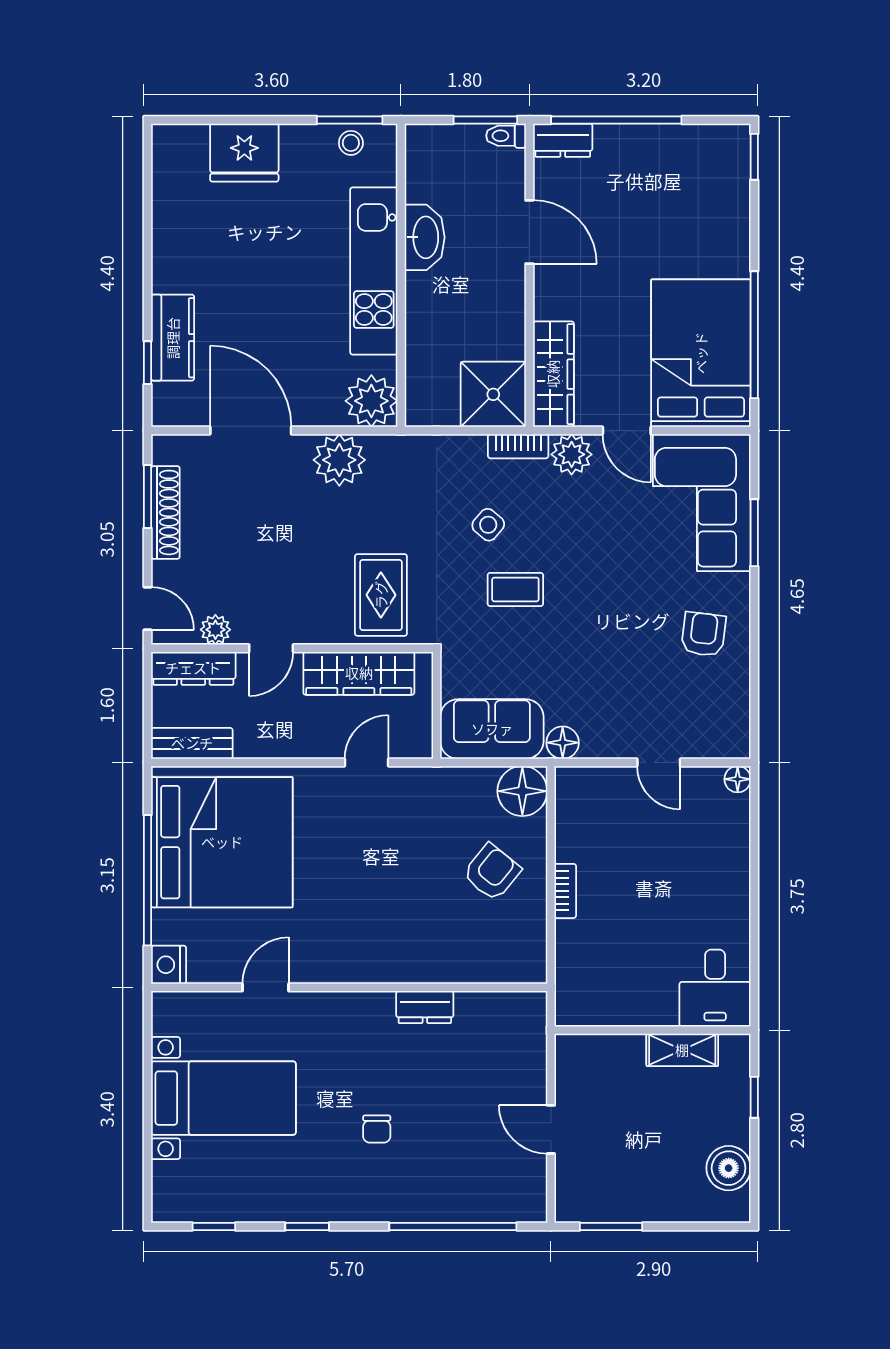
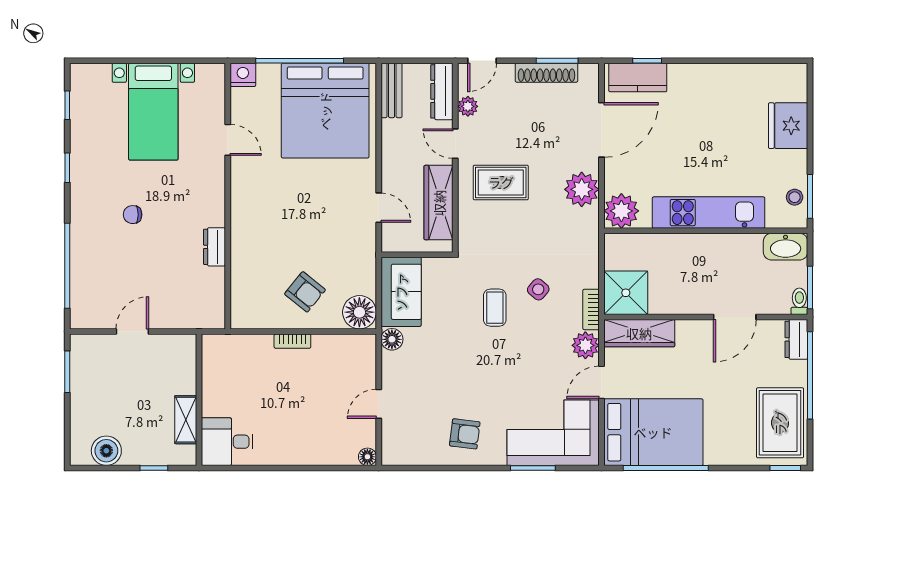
rug: (687, 165) -> (780, 423), added
washbasin: (425, 237) -> (786, 247), moved
kitchen counter: (173, 338) -> (638, 78), moved
rug: (381, 595) -> (501, 182), moved

